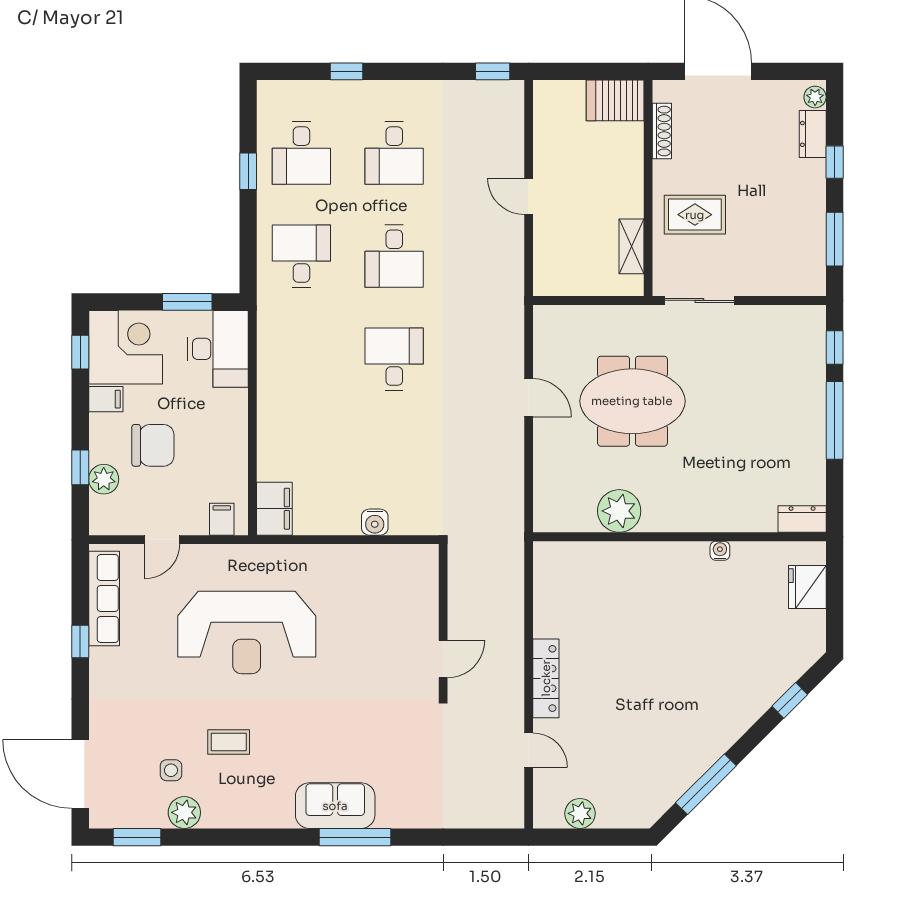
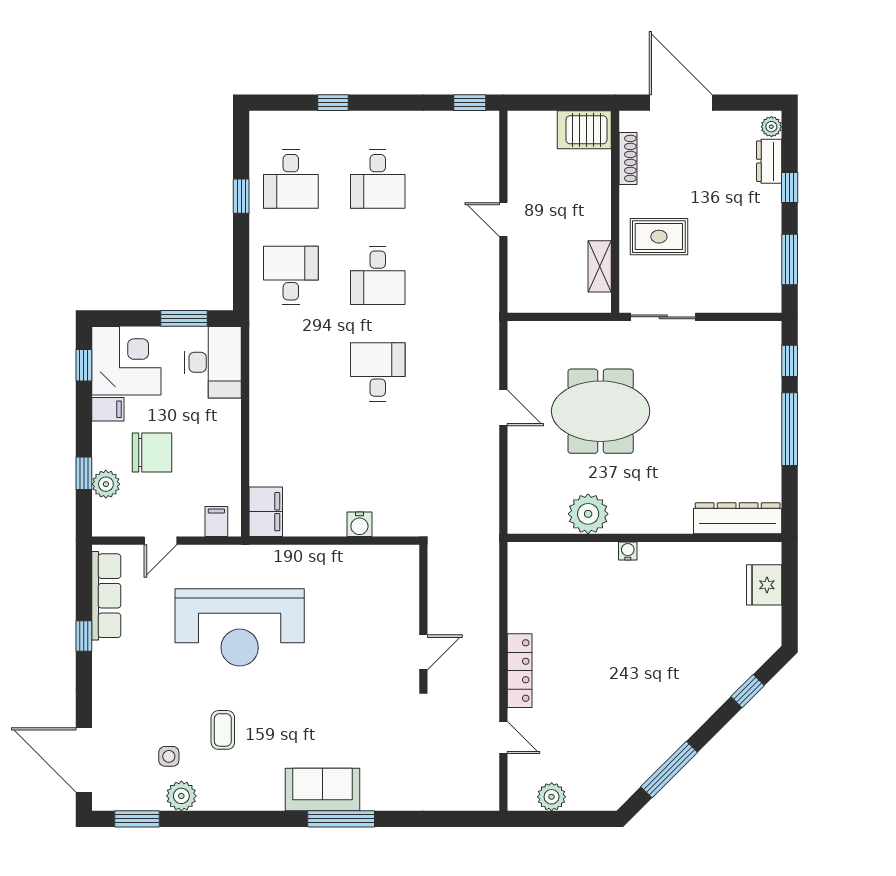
dresser: (802, 519) -> (738, 518), width x1.96, depth x1.24
water cooler: (720, 551) -> (628, 551), moved
coffee table: (229, 742) -> (223, 730), turned 90

